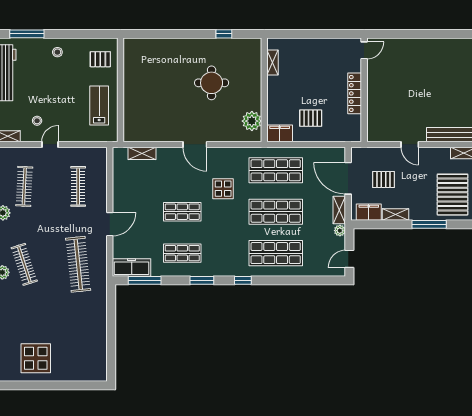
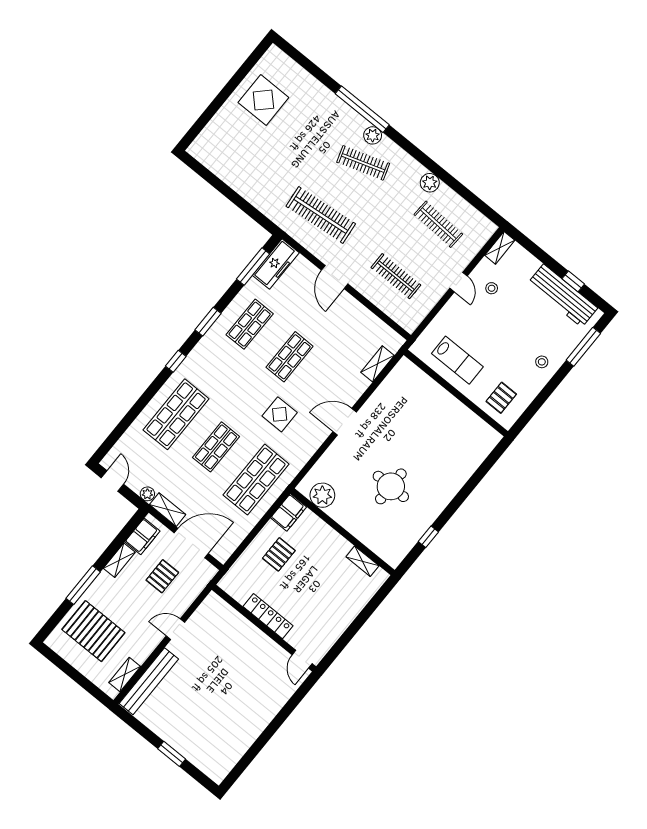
shop shelf: (276, 212) -> (216, 447), width x0.70, depth x0.74

